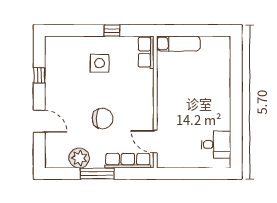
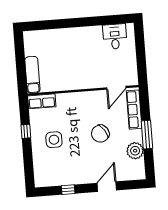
chair: (103, 118) -> (100, 134), turned -124

